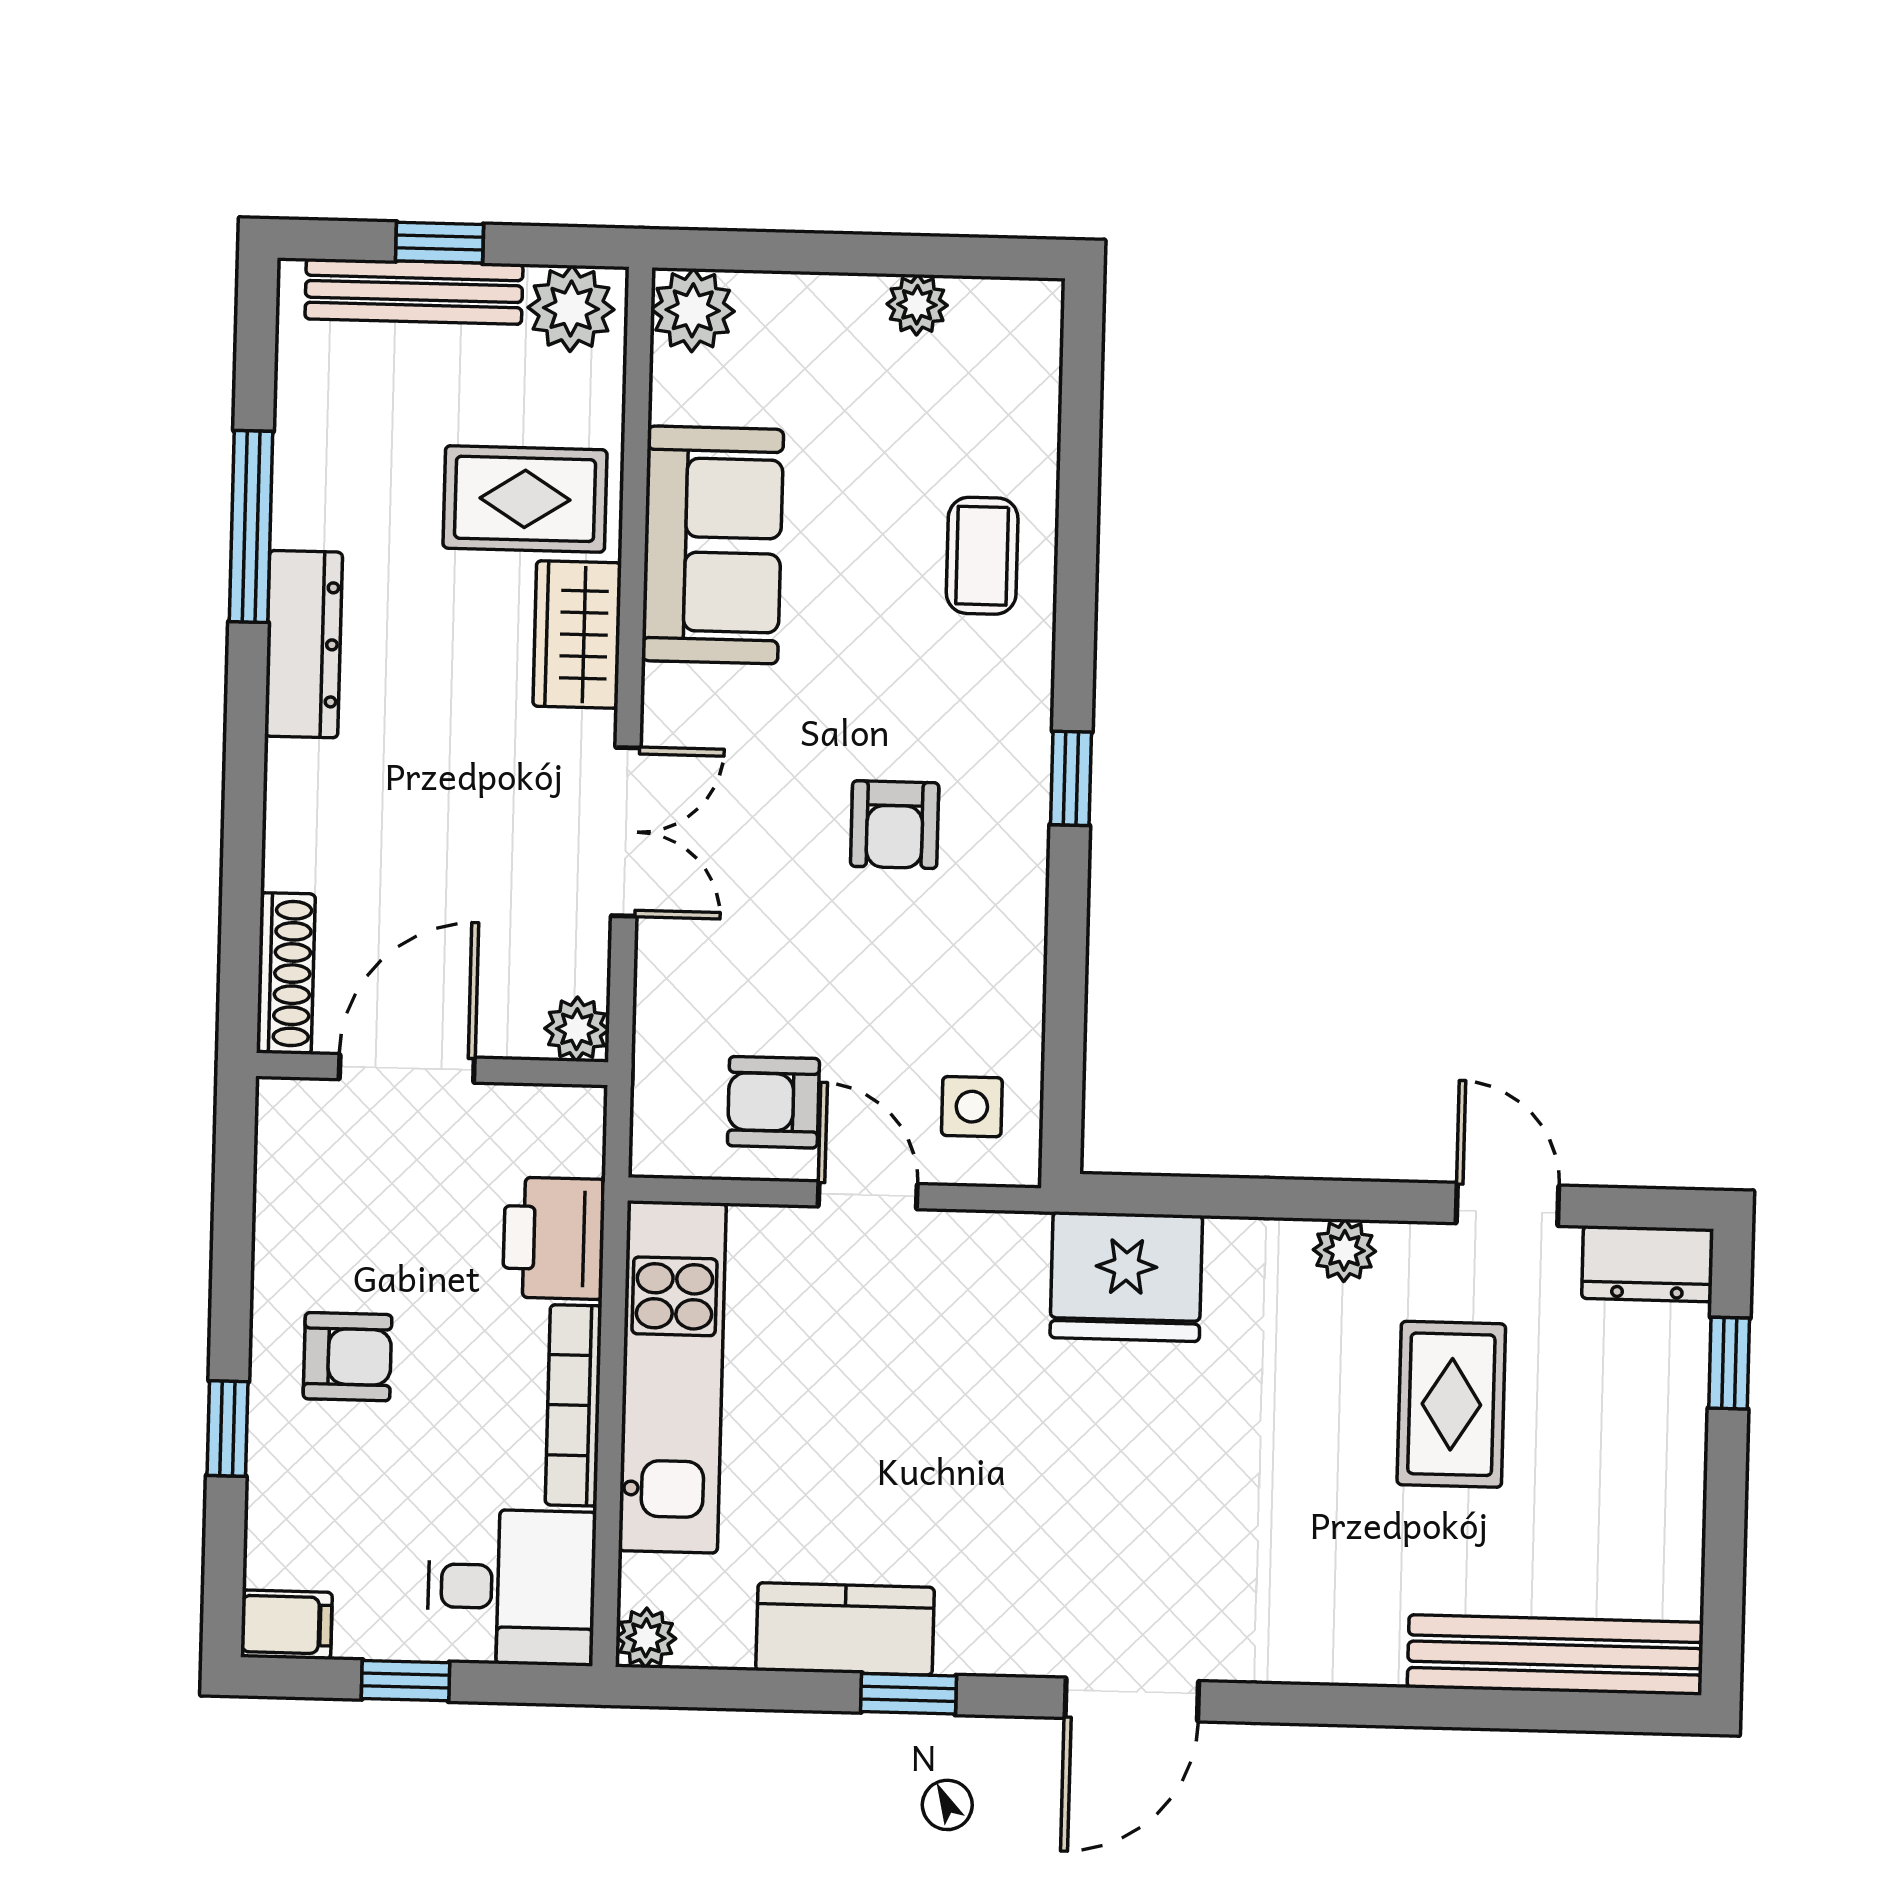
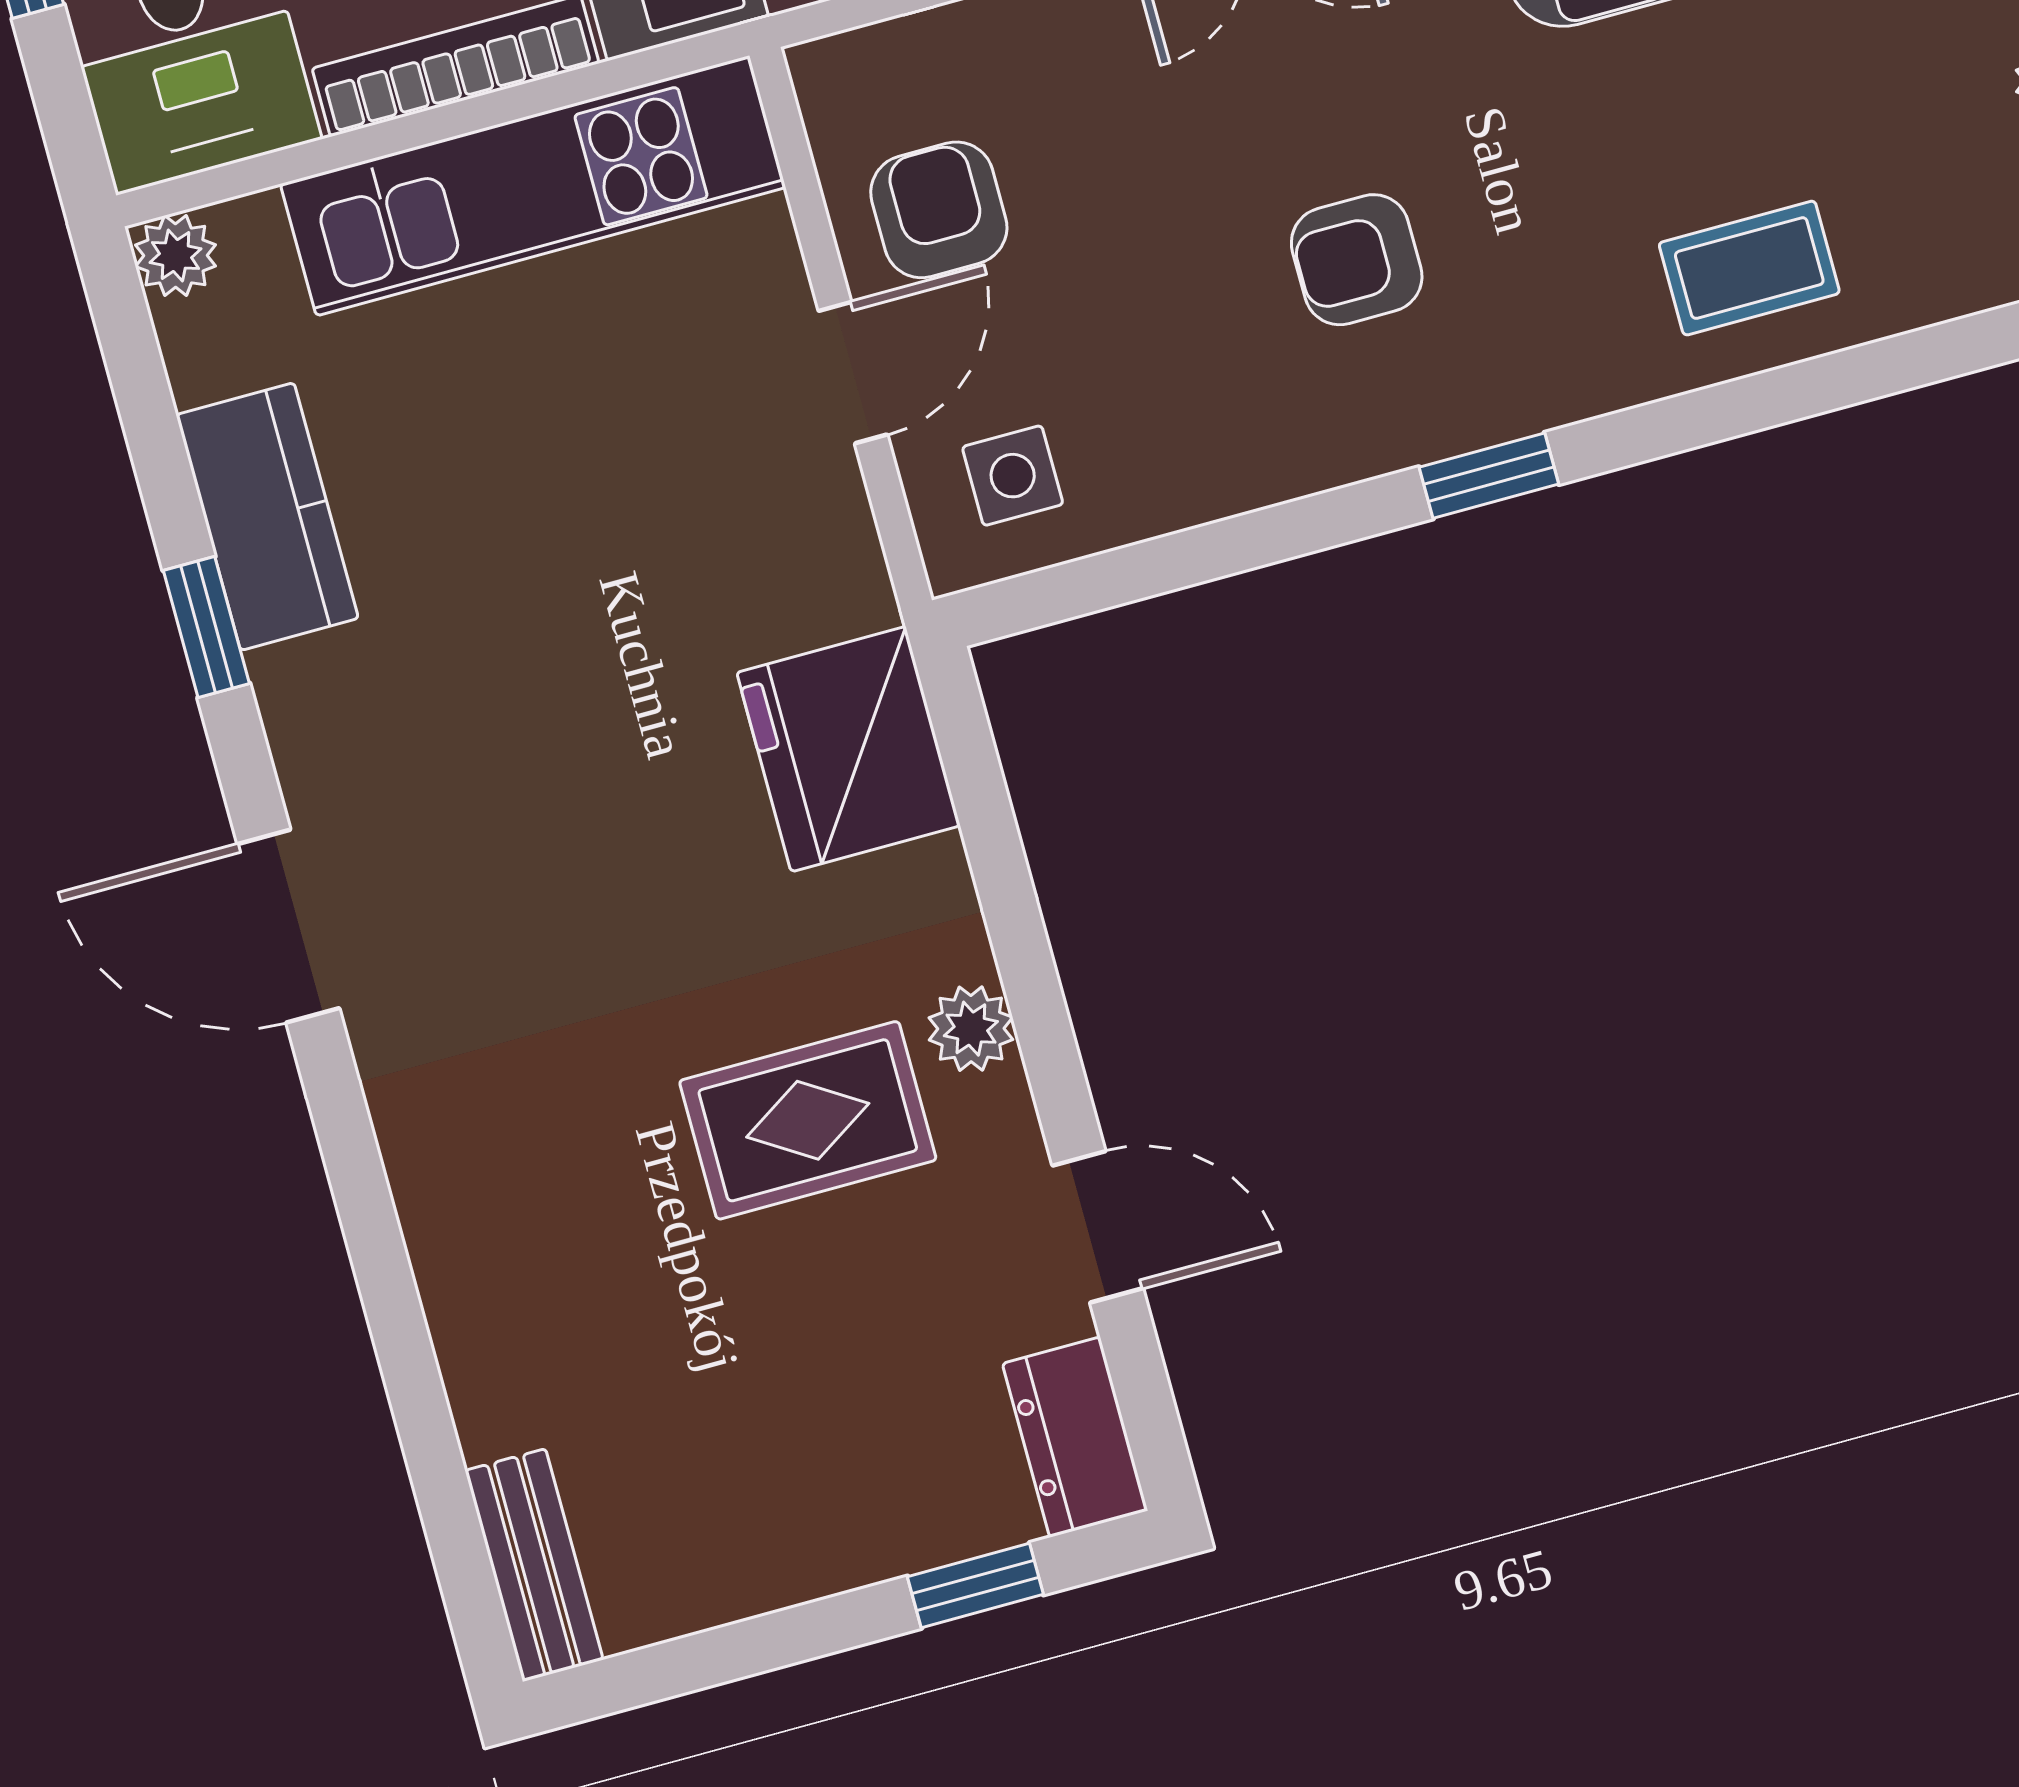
door: (1507, 1204) -> (1098, 1227), hinge flipped
rug: (1451, 1404) -> (808, 1120), moved
bench: (1555, 1655) -> (534, 1565), width x0.54, depth x0.82

